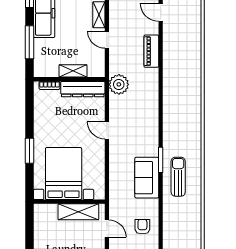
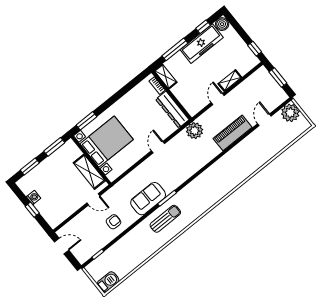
piano: (151, 51) -> (233, 133), width x1.37, depth x1.33
shelving: (73, 71) -> (166, 77), moved
window: (29, 151) -> (87, 121), moved
window: (29, 226) -> (54, 147), added
door: (107, 229) -> (93, 199), hinge flipped

